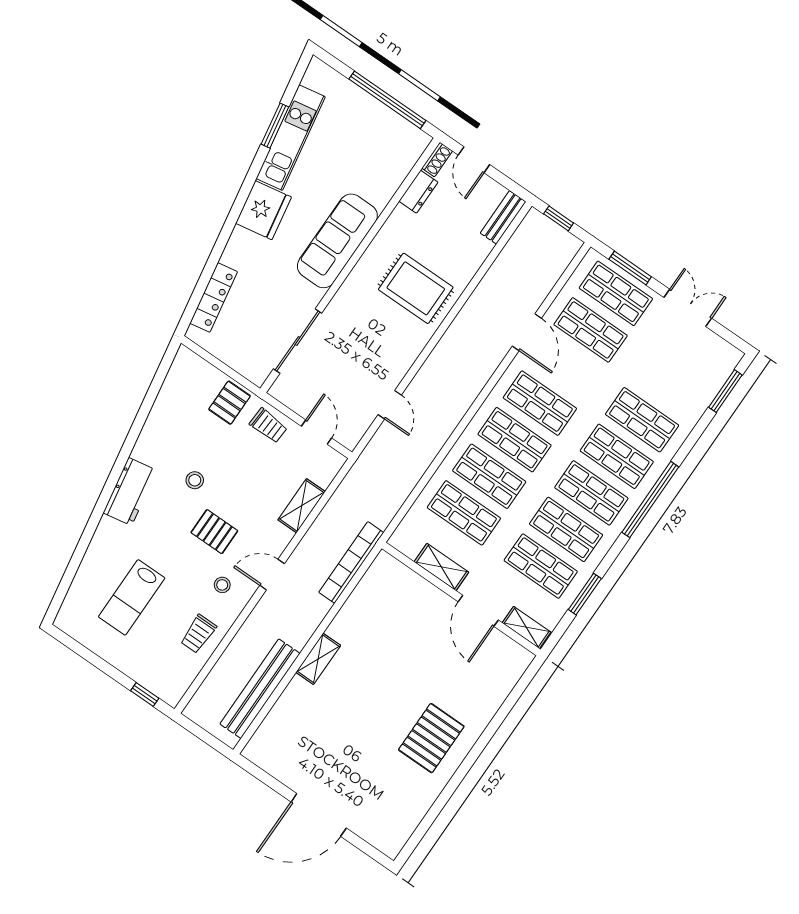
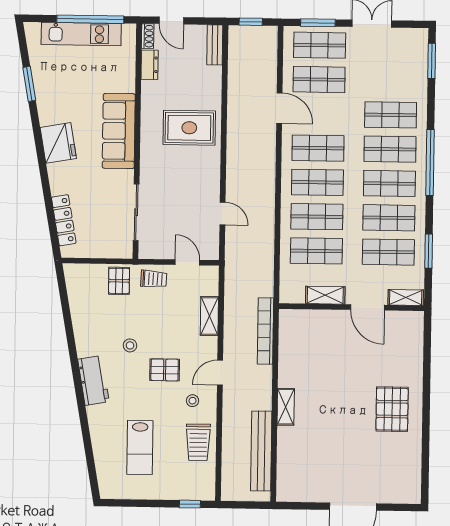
kitchen unit: (291, 138) -> (81, 34), moved, turned 100
trolley: (198, 634) -> (198, 442), width x1.36, depth x1.39

